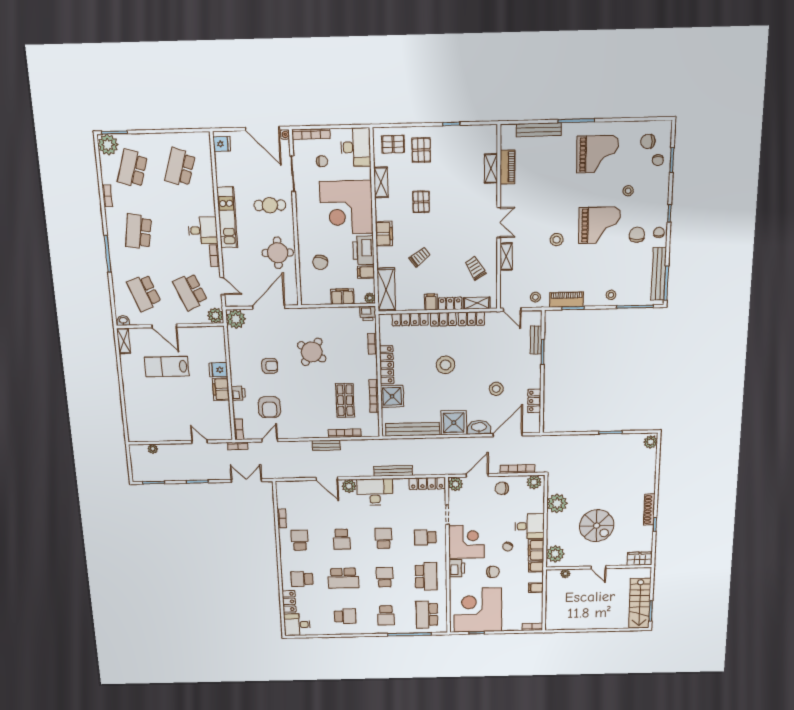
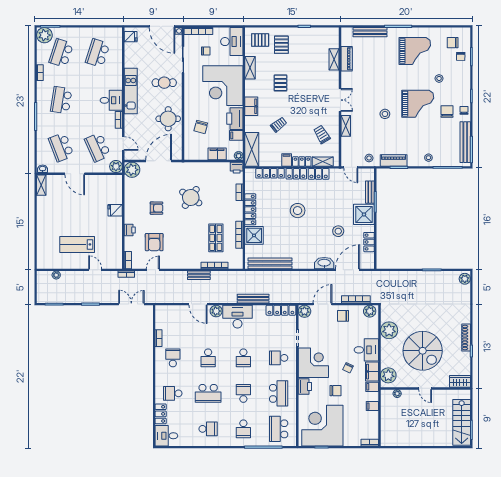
lab bench: (167, 367) -> (77, 244), moved
filing cabinet: (221, 389) -> (116, 226), removed
shower: (454, 423) -> (364, 214), moved
spiral stairs: (597, 526) -> (423, 351), width x1.37, depth x1.37
school desk: (383, 538) -> (243, 358), turned 180

